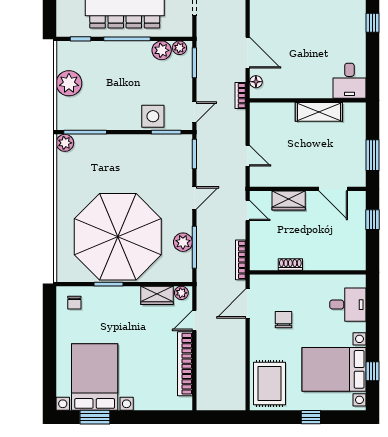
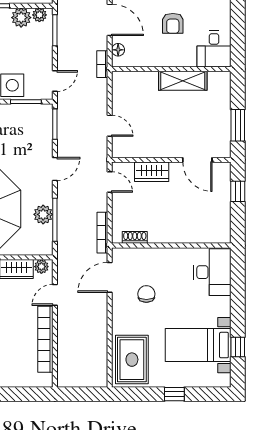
armchair: (309, 56) -> (173, 23), added
shoe rack: (290, 264) -> (135, 237), moved
desk: (348, 305) -> (212, 272), width x1.37
bed with nightstands: (334, 369) -> (198, 345), width x0.73

